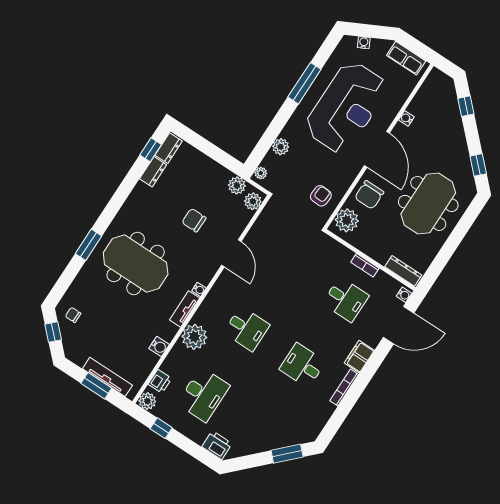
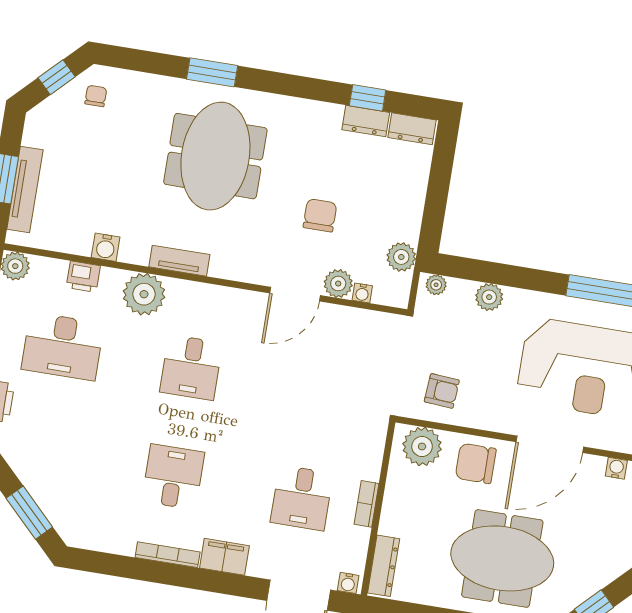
window: (151, 150) -> (368, 98), moved
plant: (253, 201) -> (338, 284), moved
water cooler: (199, 290) -> (362, 293), moved
printer: (160, 381) -> (83, 277), moved

